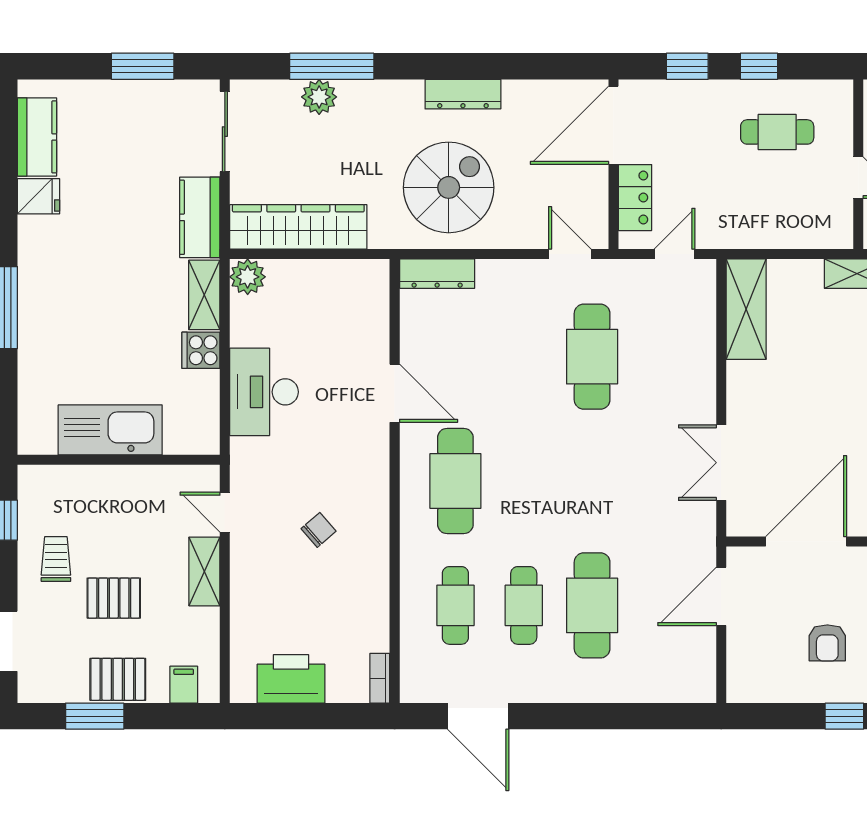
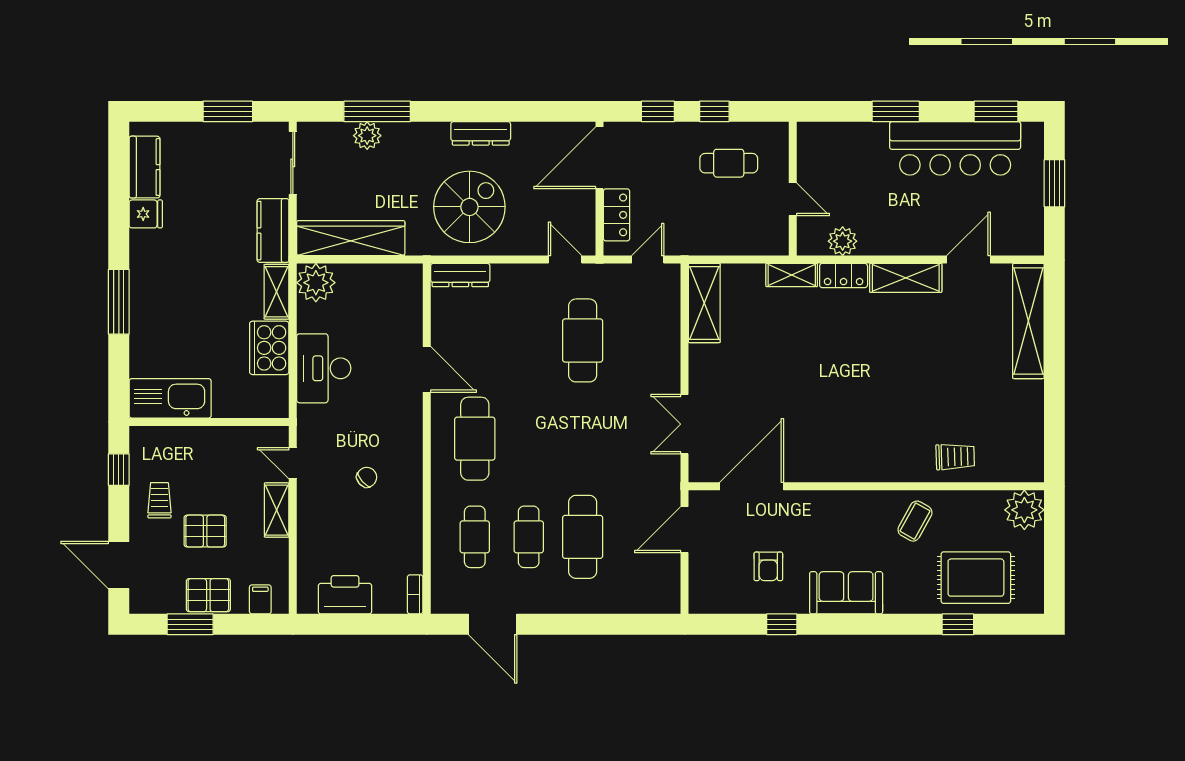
plant: (248, 277) -> (316, 283), width x1.36, depth x1.36
cooker: (201, 350) -> (269, 348), width x1.87, depth x1.31
kitchen sink: (110, 430) -> (170, 398), moved

